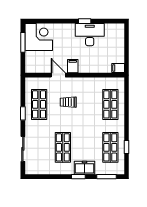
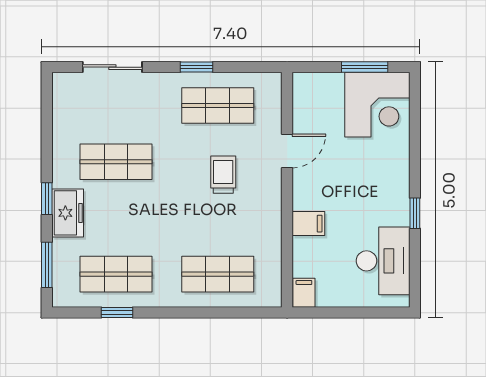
desk: (90, 35) -> (383, 261), moved
filing cabinet: (73, 66) -> (308, 224), moved

